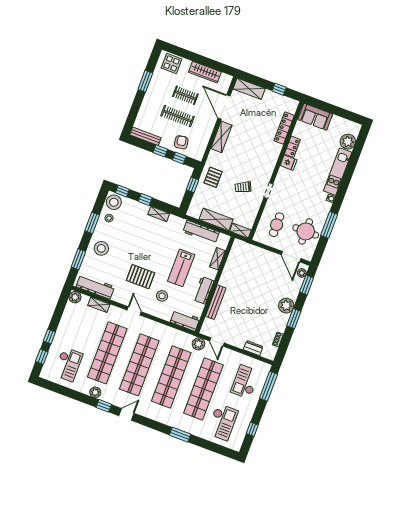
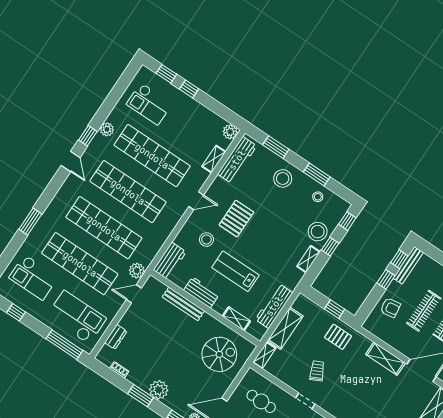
window: (179, 158) -> (399, 259), moved
stool: (114, 202) -> (318, 232), moved
spiral stairs: (248, 265) -> (219, 354), added
checkout: (245, 382) -> (77, 317), width x1.36, depth x1.21

